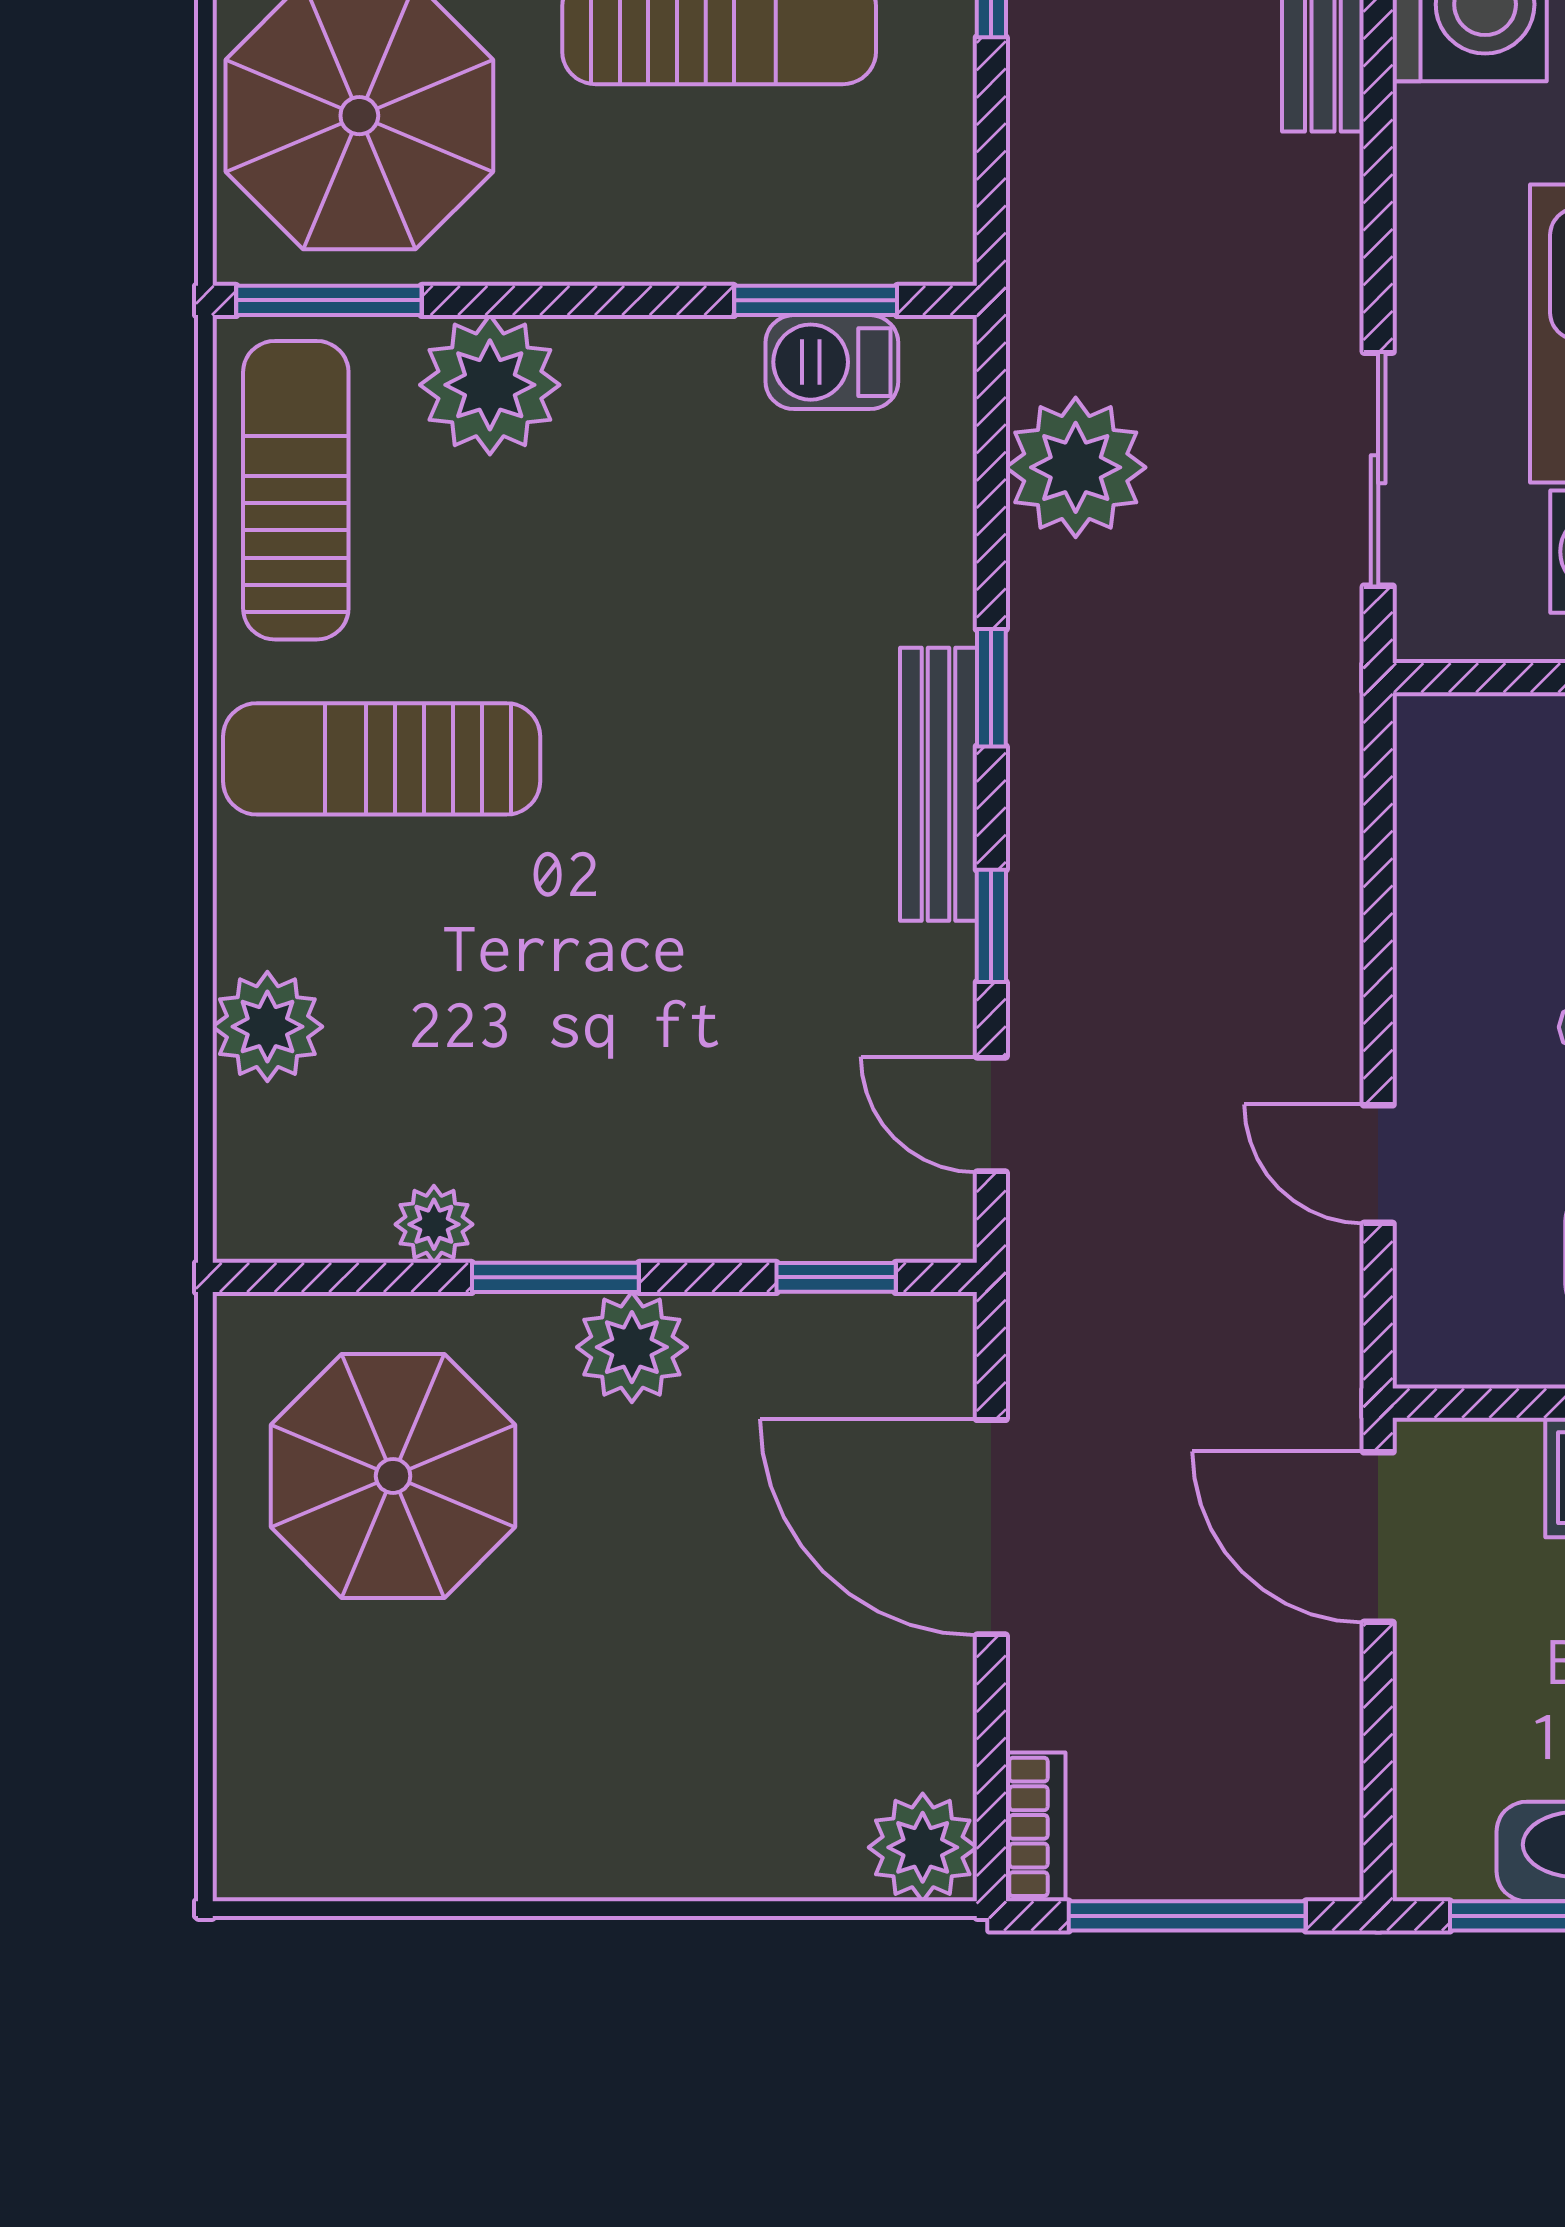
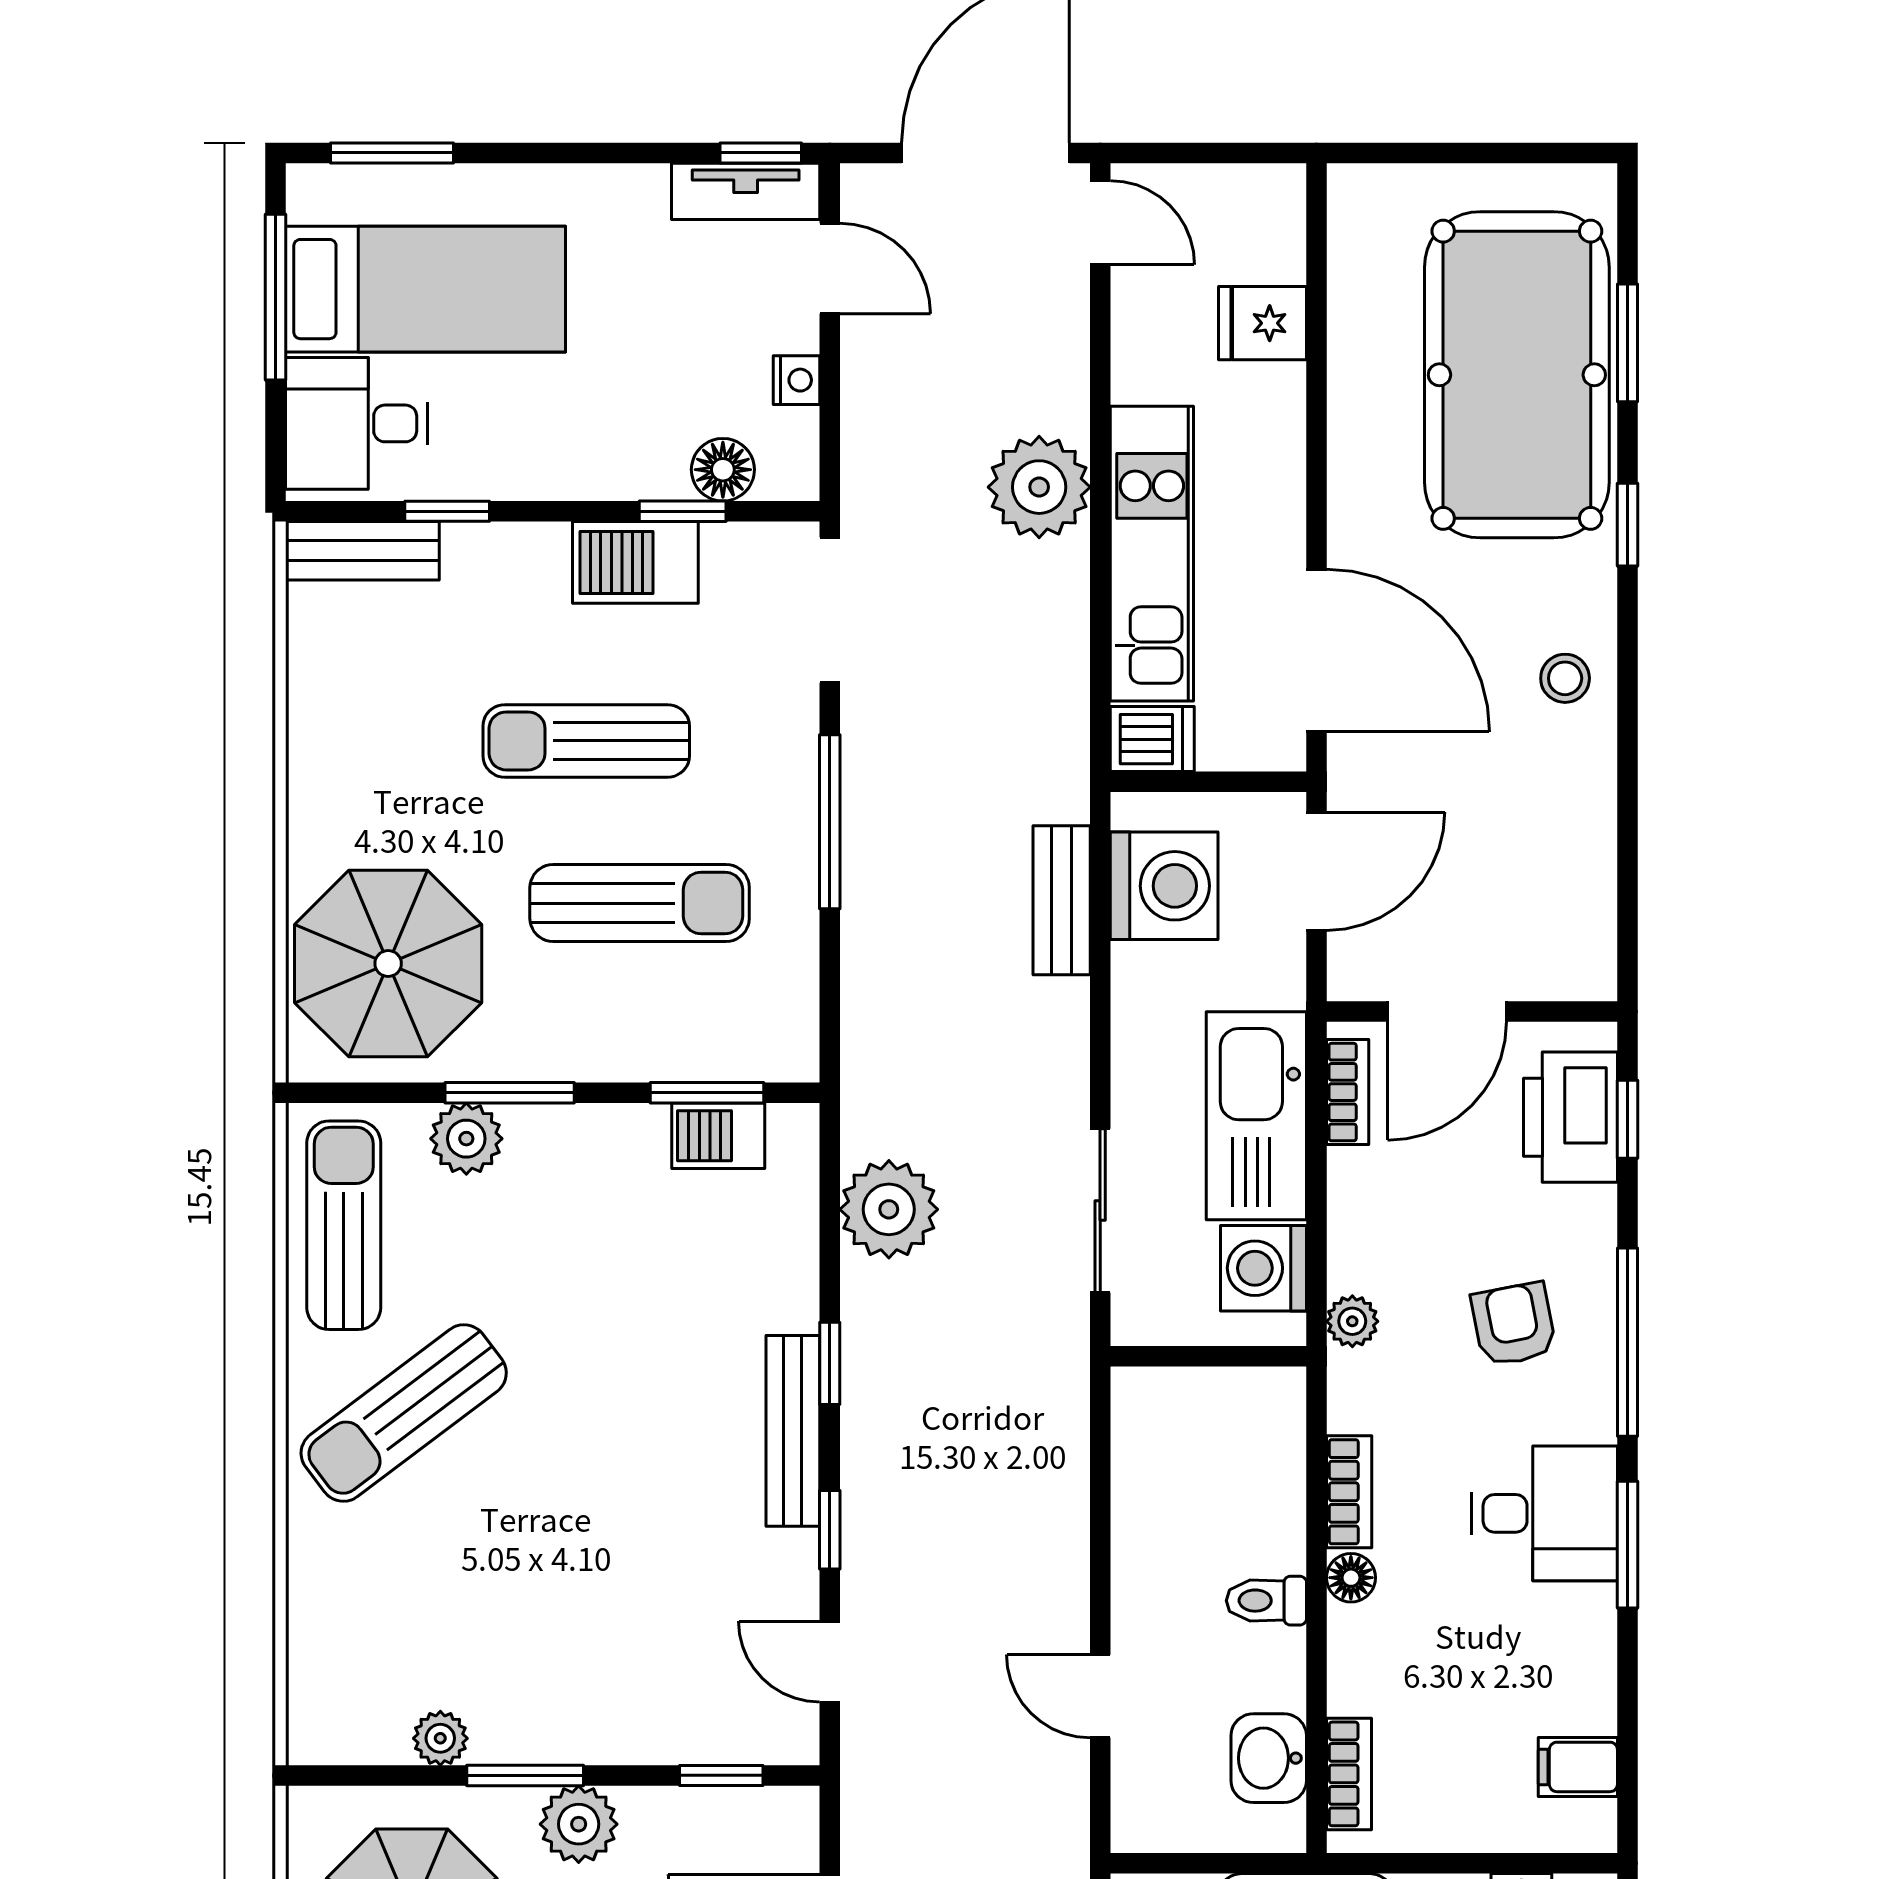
window: (329, 300) -> (510, 1093), moved
plant: (490, 385) -> (466, 1139), width x0.73, depth x0.73
sun lounger: (382, 759) -> (404, 1413), turned -37
plant: (267, 1027) -> (324, 1600), removed

